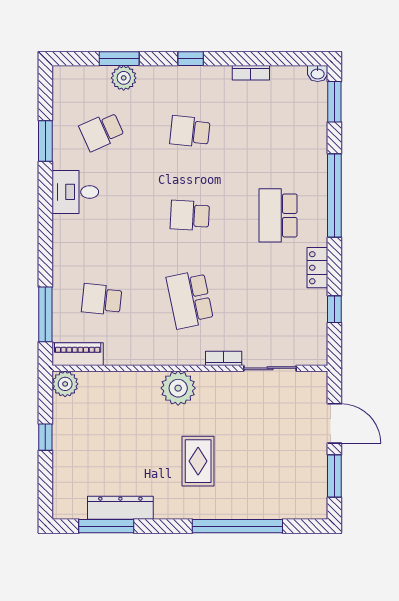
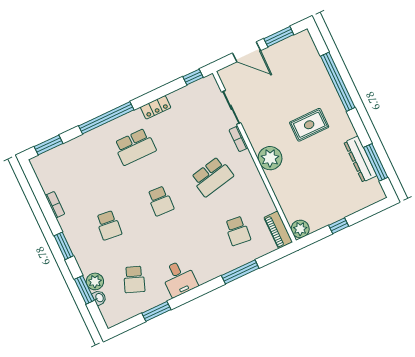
window: (191, 59) -> (64, 246), width x1.50
washbasin: (318, 74) -> (99, 298), moved
school desk: (102, 131) -> (134, 280), turned 45
window: (334, 309) -> (193, 77), moved
window: (45, 314) -> (240, 272), moved
door: (334, 423) -> (246, 52), swing flipped

